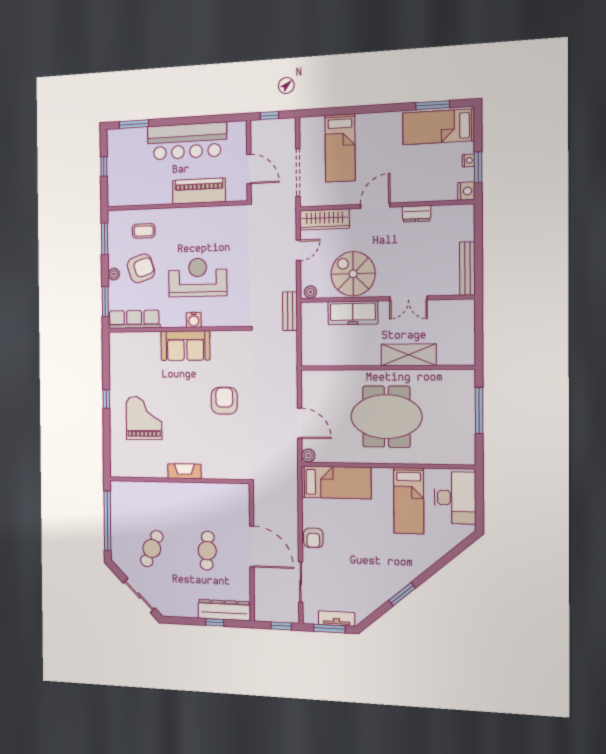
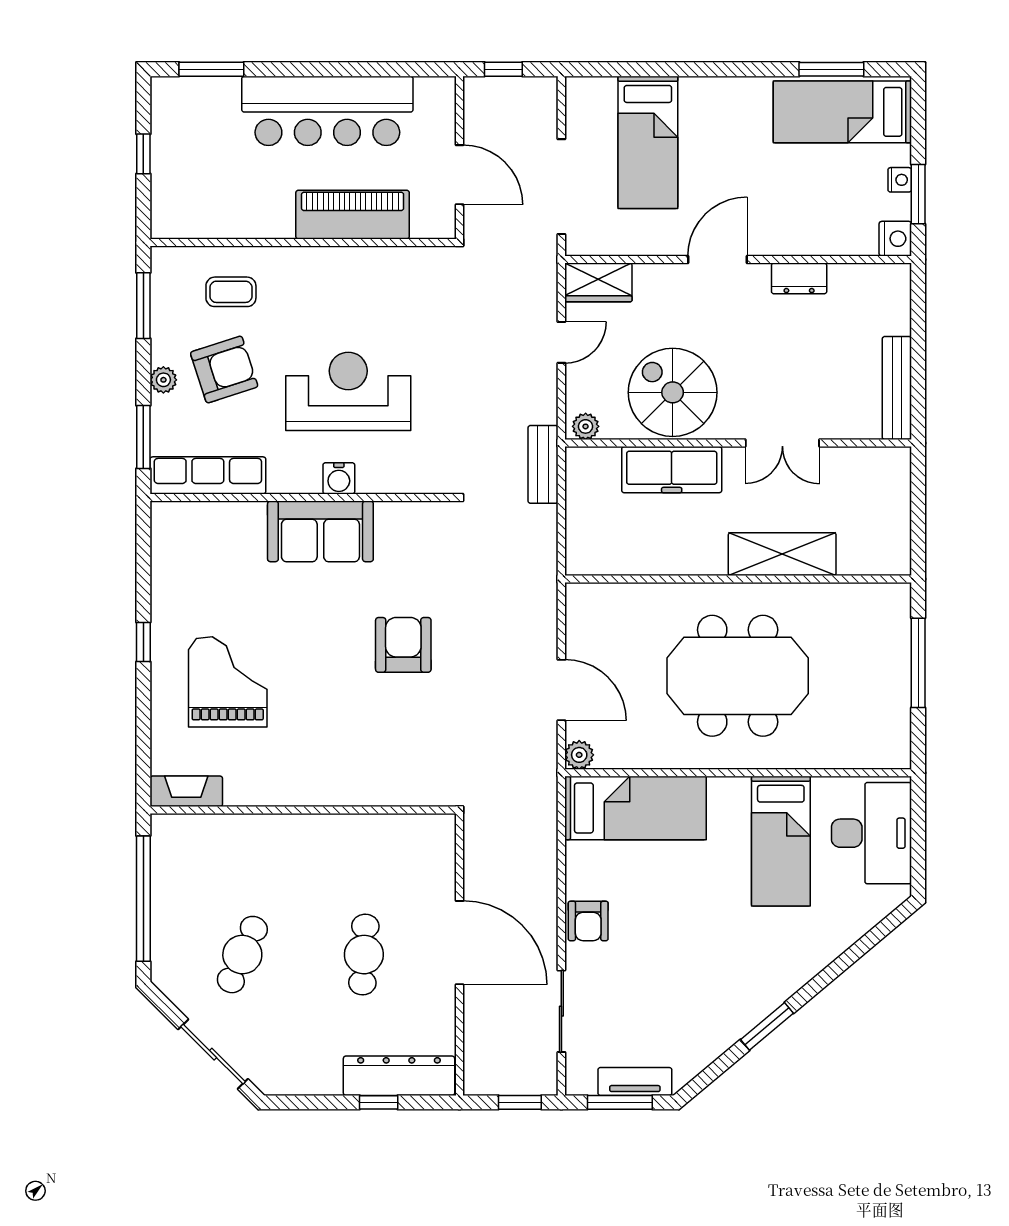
wardrobe: (324, 219) -> (598, 282), width x0.67
fireplace: (184, 471) -> (186, 791), moved

